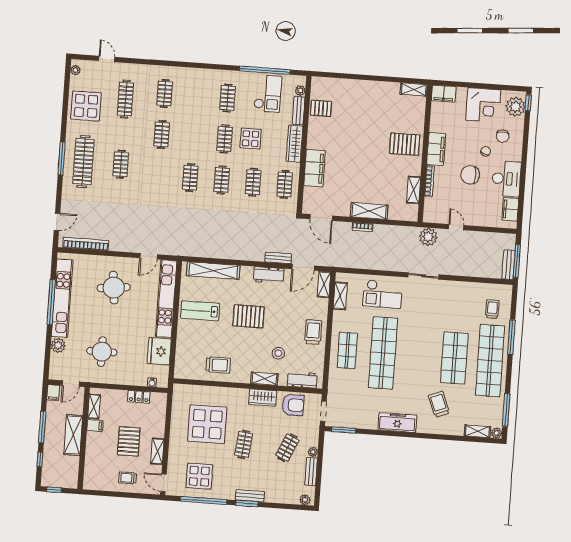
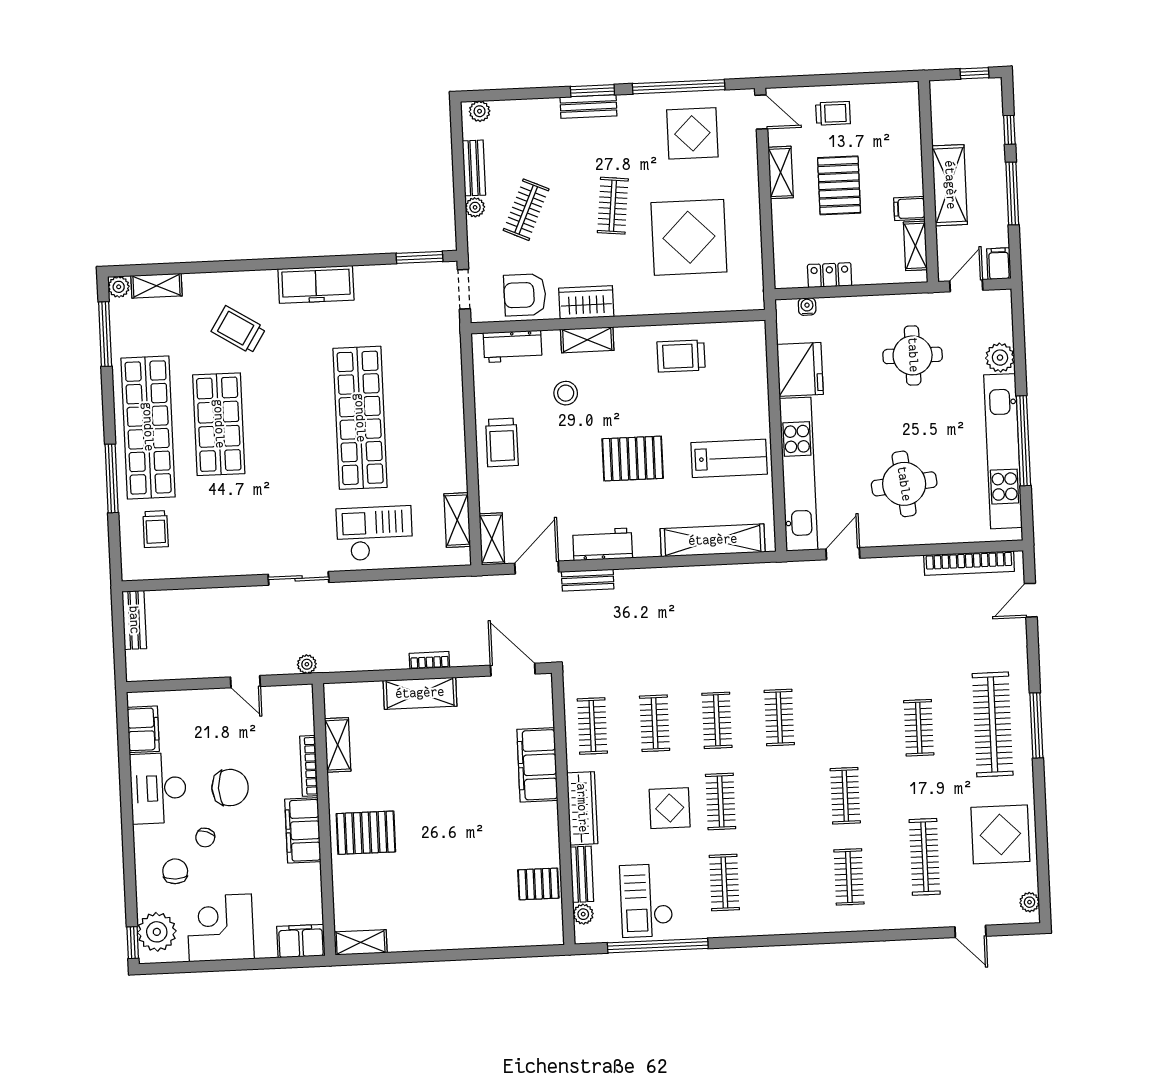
plant: (428, 237) -> (307, 664), width x0.53, depth x0.53
window: (517, 261) -> (118, 629), removed
shop shelf: (347, 350) -> (431, 415), removed
trolley: (439, 404) -> (238, 330), turned 144

